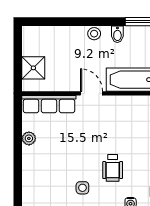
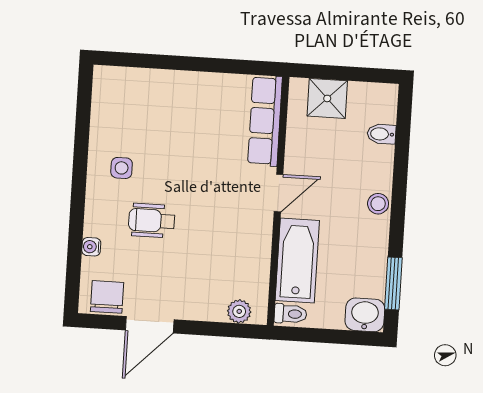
bidet: (117, 34) -> (381, 134), moved
plant: (29, 138) -> (210, 84), removed

